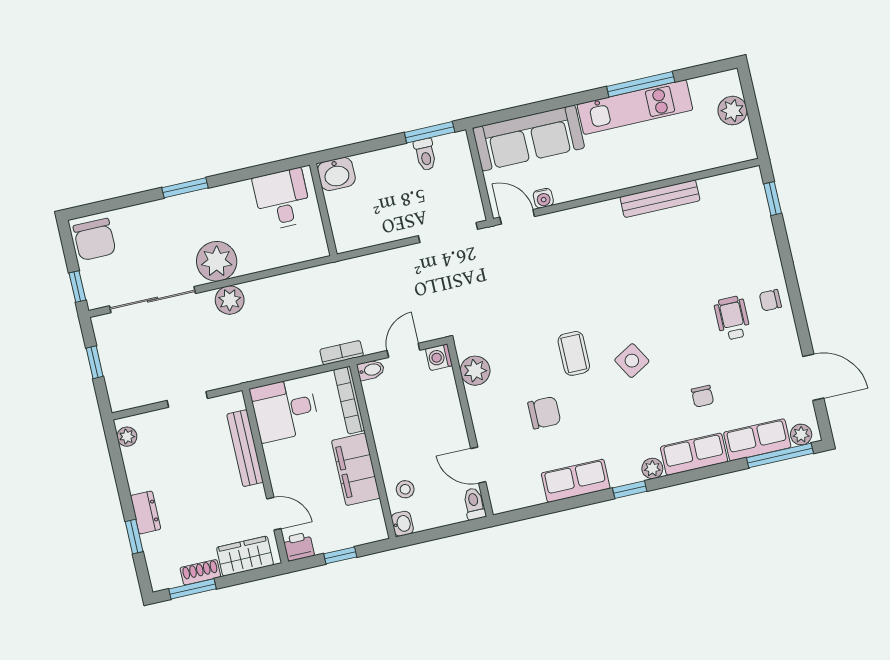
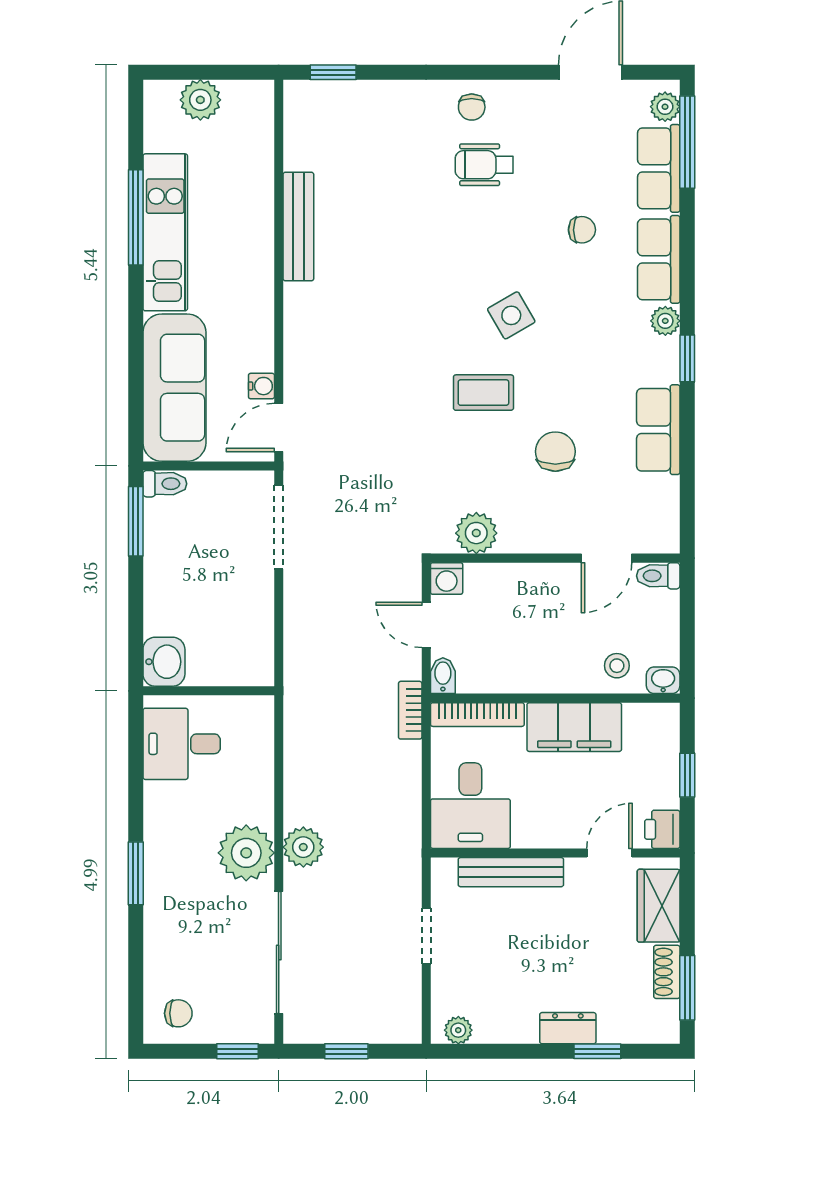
toilet: (425, 154) -> (165, 484), moved
chair: (94, 239) -> (178, 1013), width x0.54, depth x0.54

